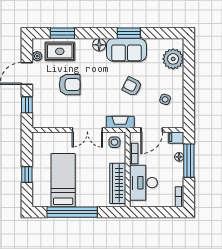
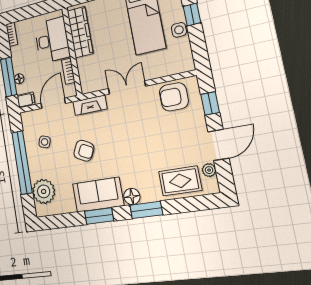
window: (62, 33) -> (146, 210), moved
armchair: (70, 85) -> (174, 97), moved
window: (189, 86) -> (22, 162), added
side table: (114, 142) -> (179, 30), moved

